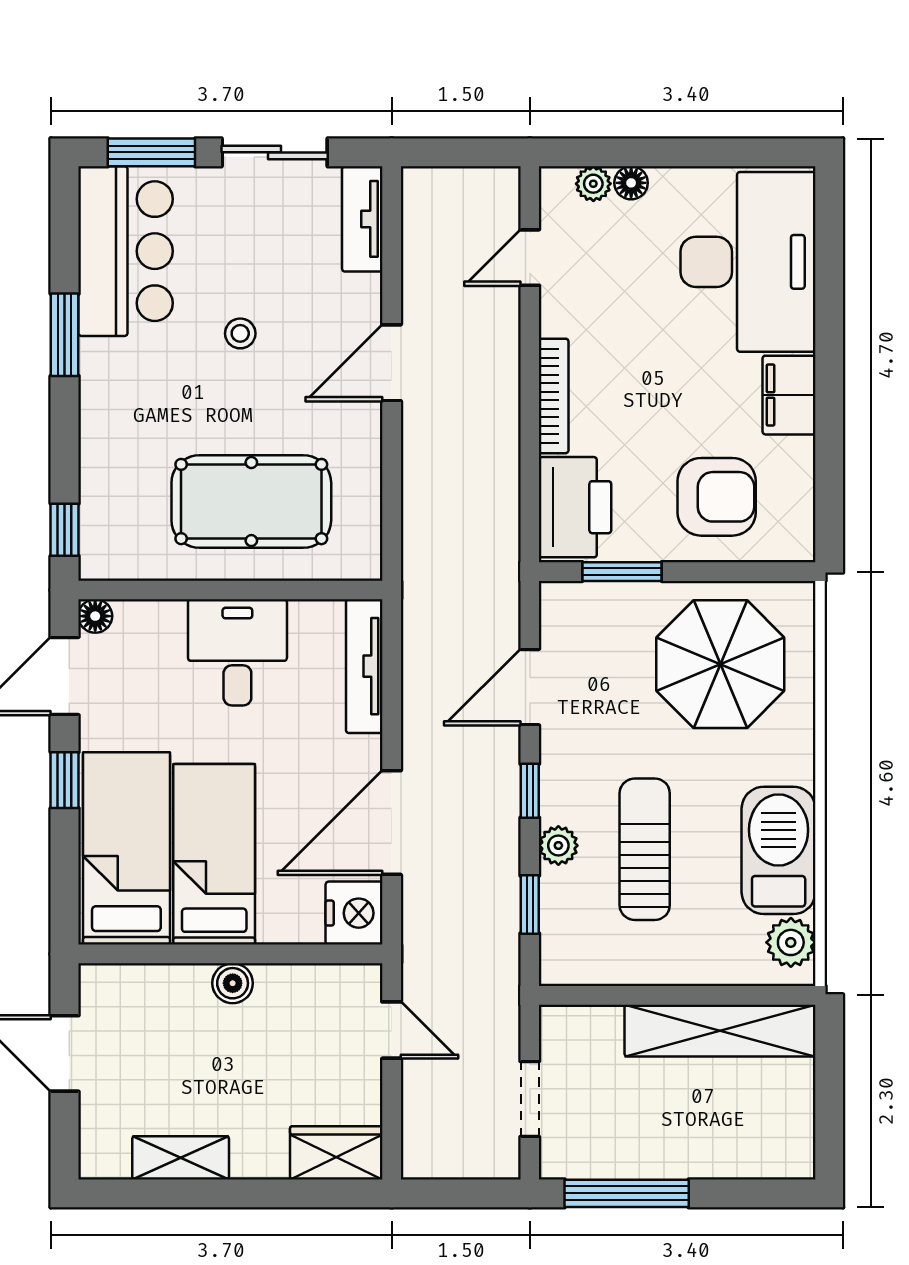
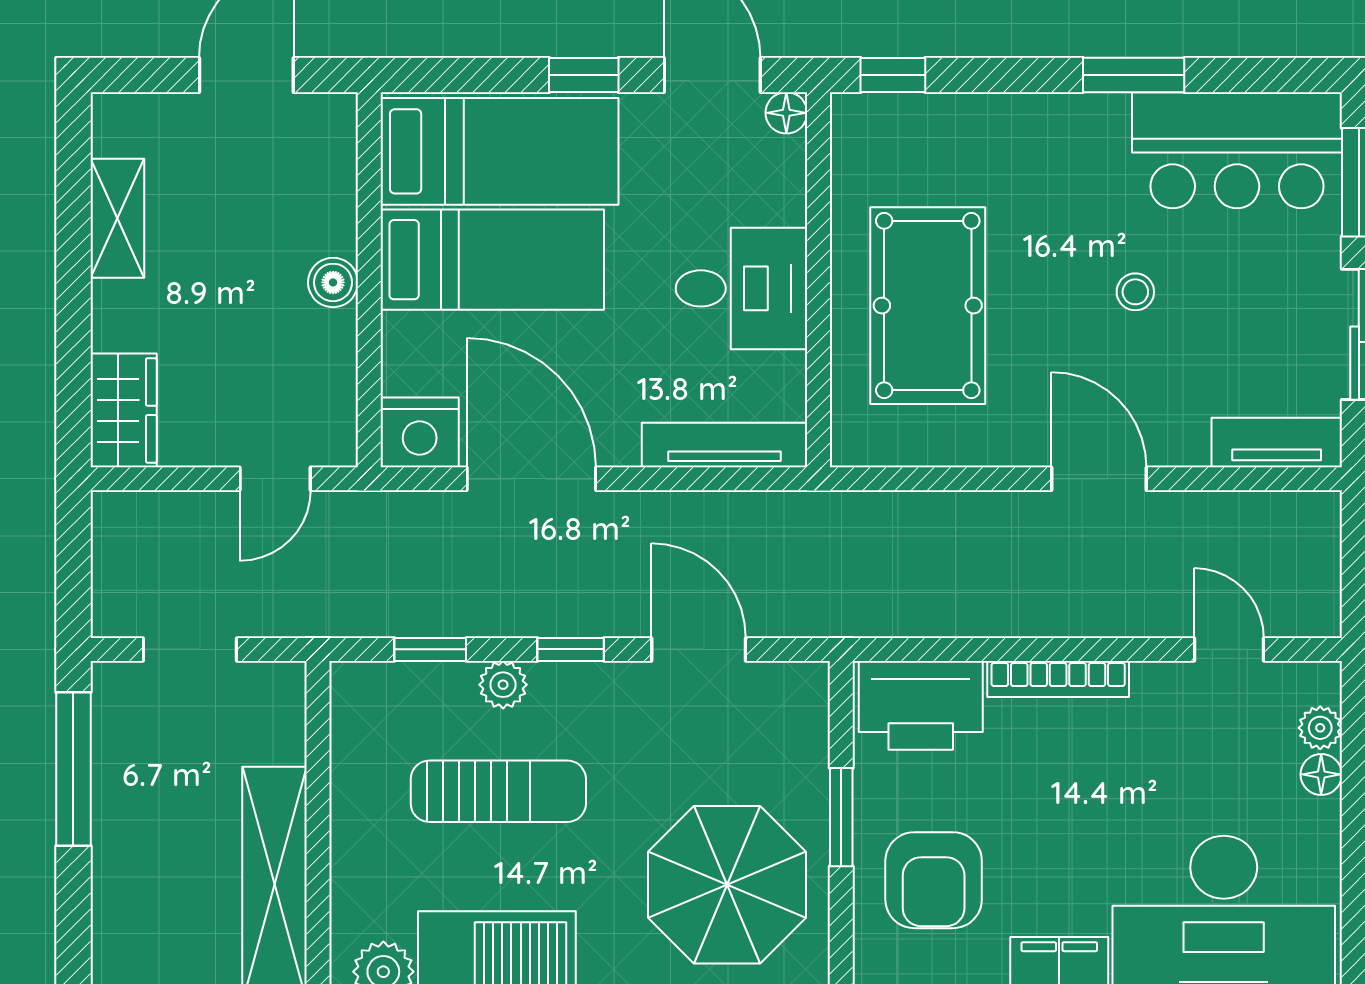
window: (622, 572) -> (841, 817), moved

